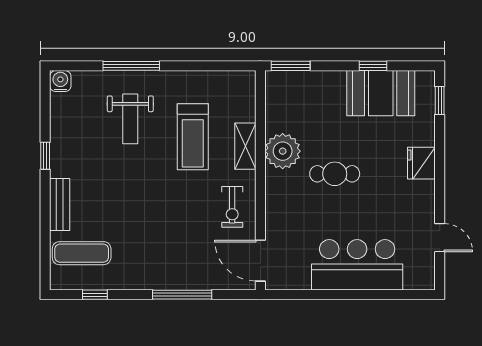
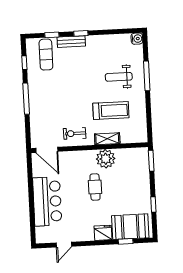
booth: (381, 93) -> (130, 227), moved, turned 90
window: (440, 101) -> (126, 241), moved
treadmill: (193, 137) -> (111, 111), turned 180
window: (45, 156) -> (81, 33), moved
window: (45, 240) -> (52, 35), added
door: (260, 261) -> (47, 150), swing flipped
window: (182, 295) -> (26, 99), moved

